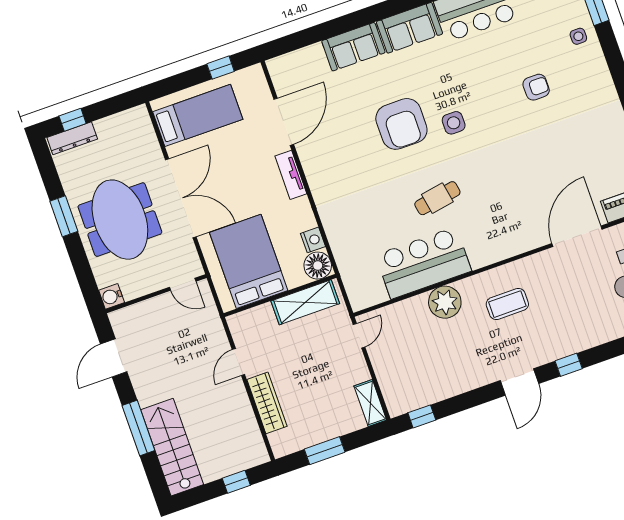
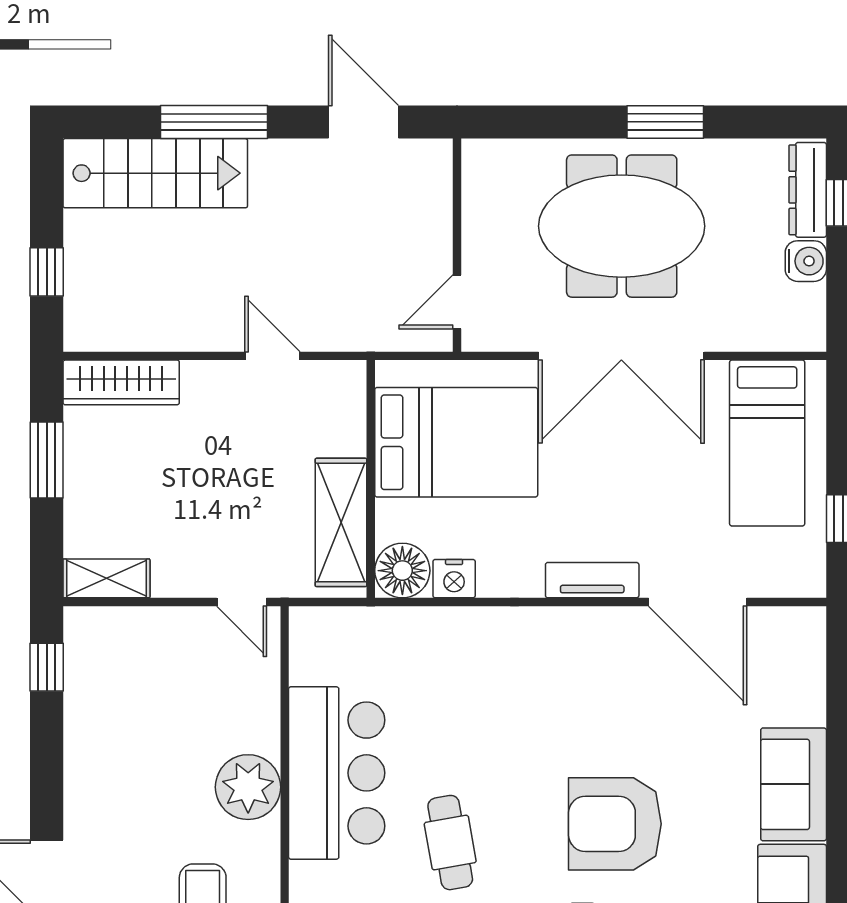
water cooler: (112, 296) -> (806, 261), moved, turned 90
wardrobe: (267, 403) -> (121, 382), moved

